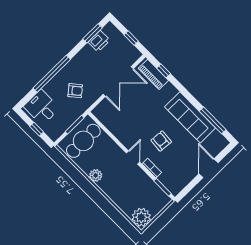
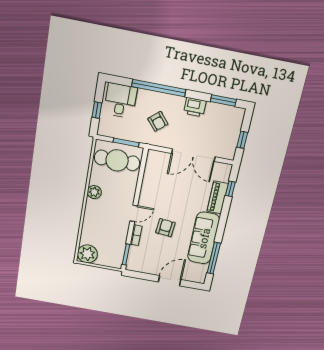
printer: (99, 41) -> (195, 107), moved
piano: (153, 74) -> (218, 197), moved

